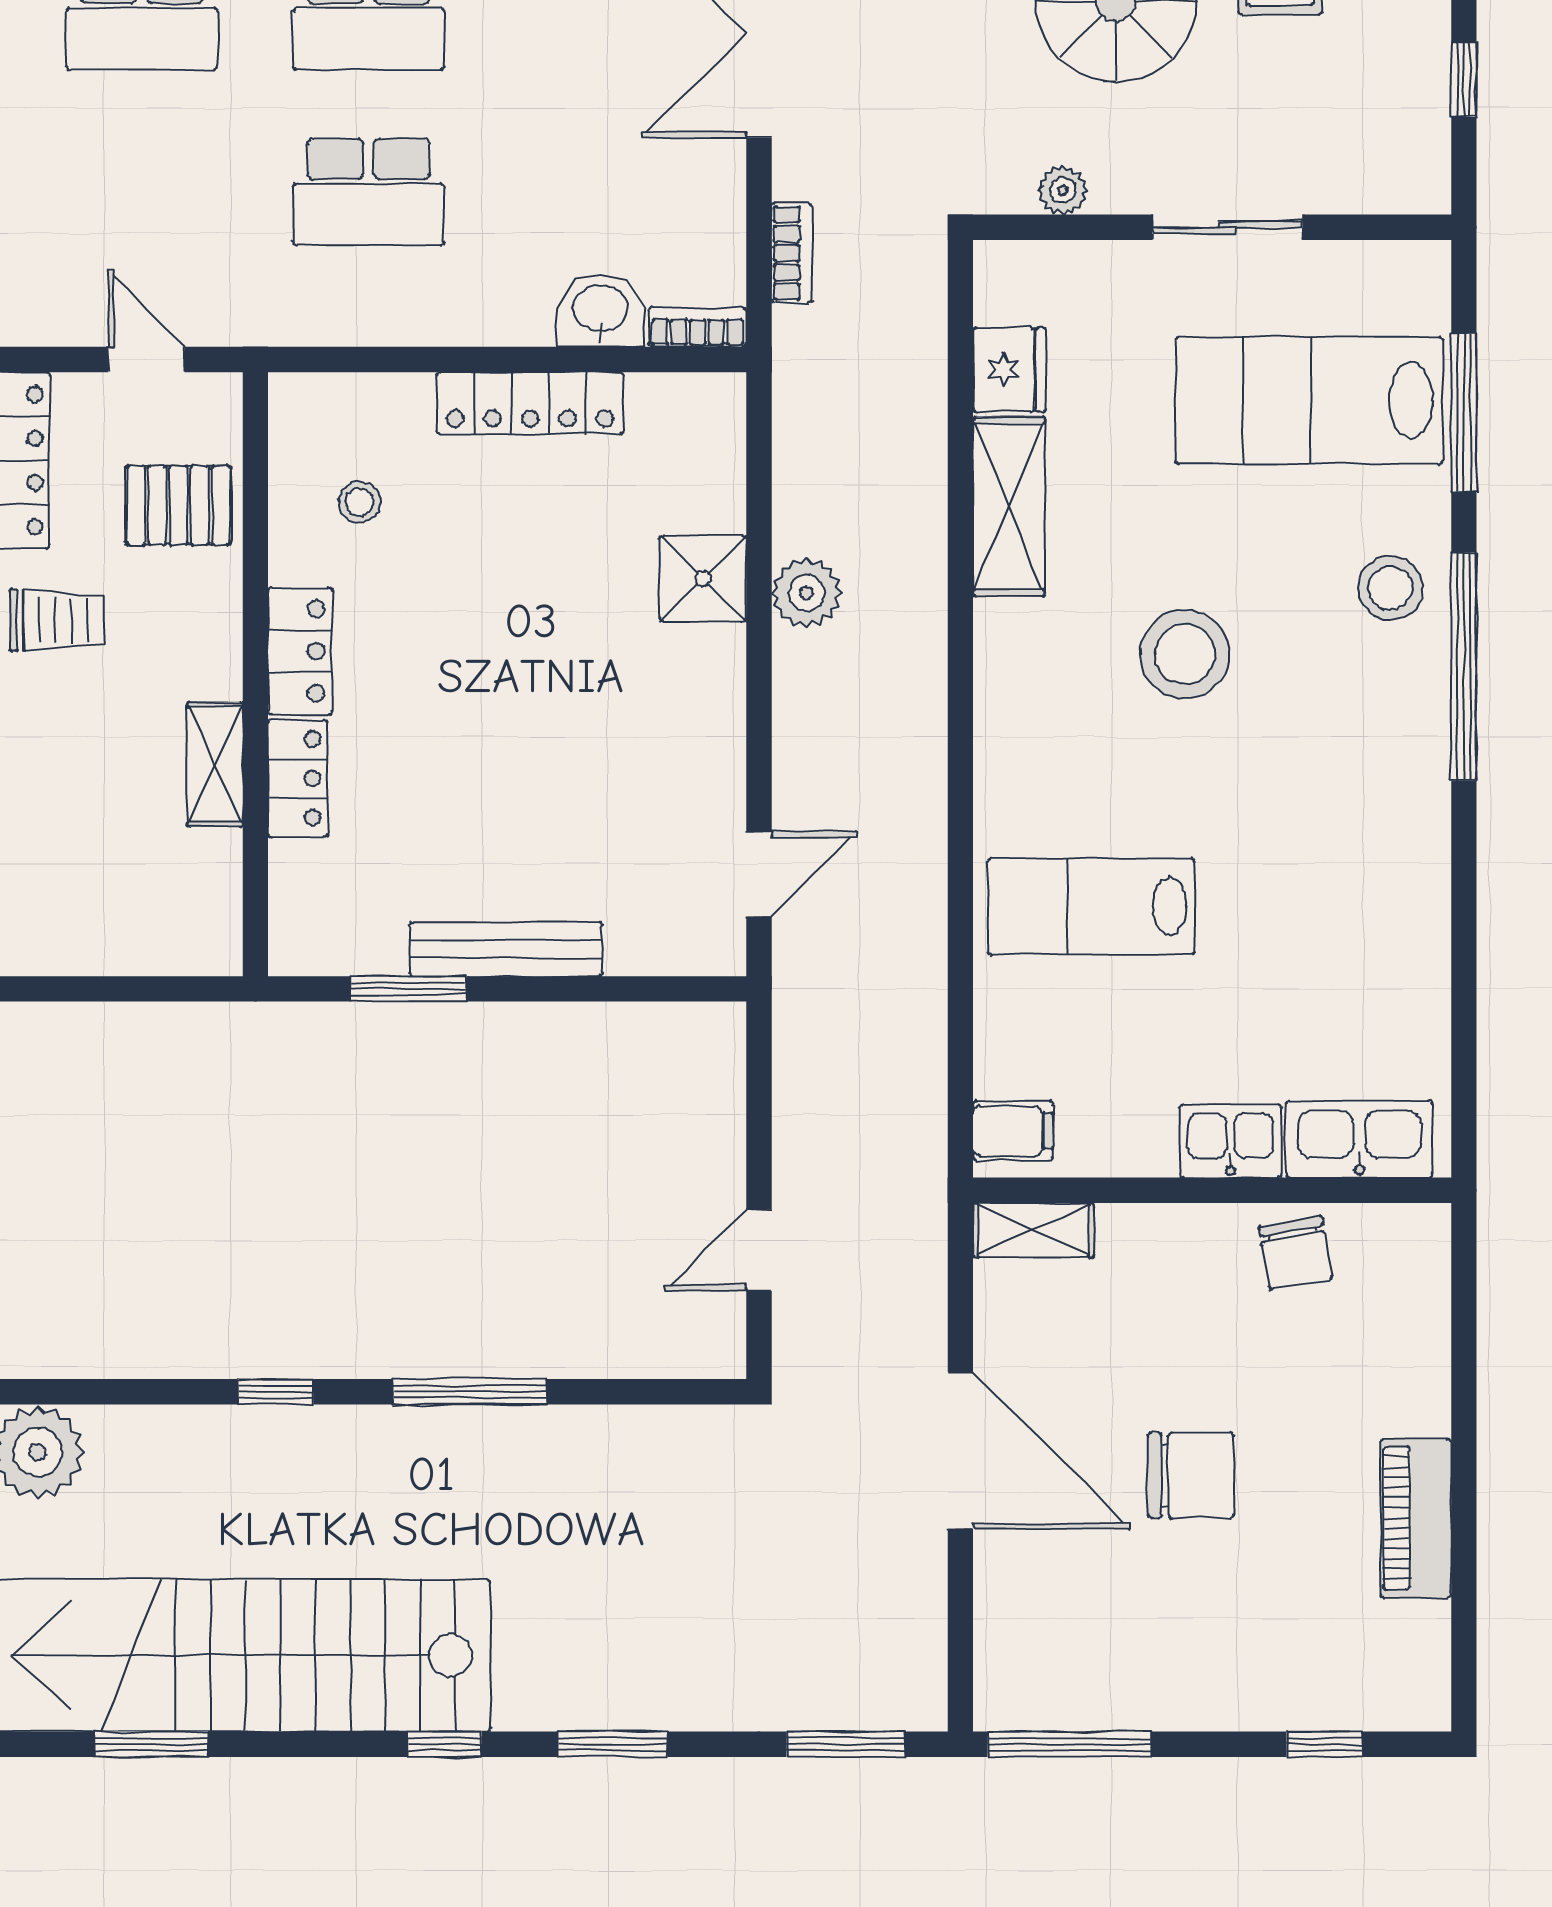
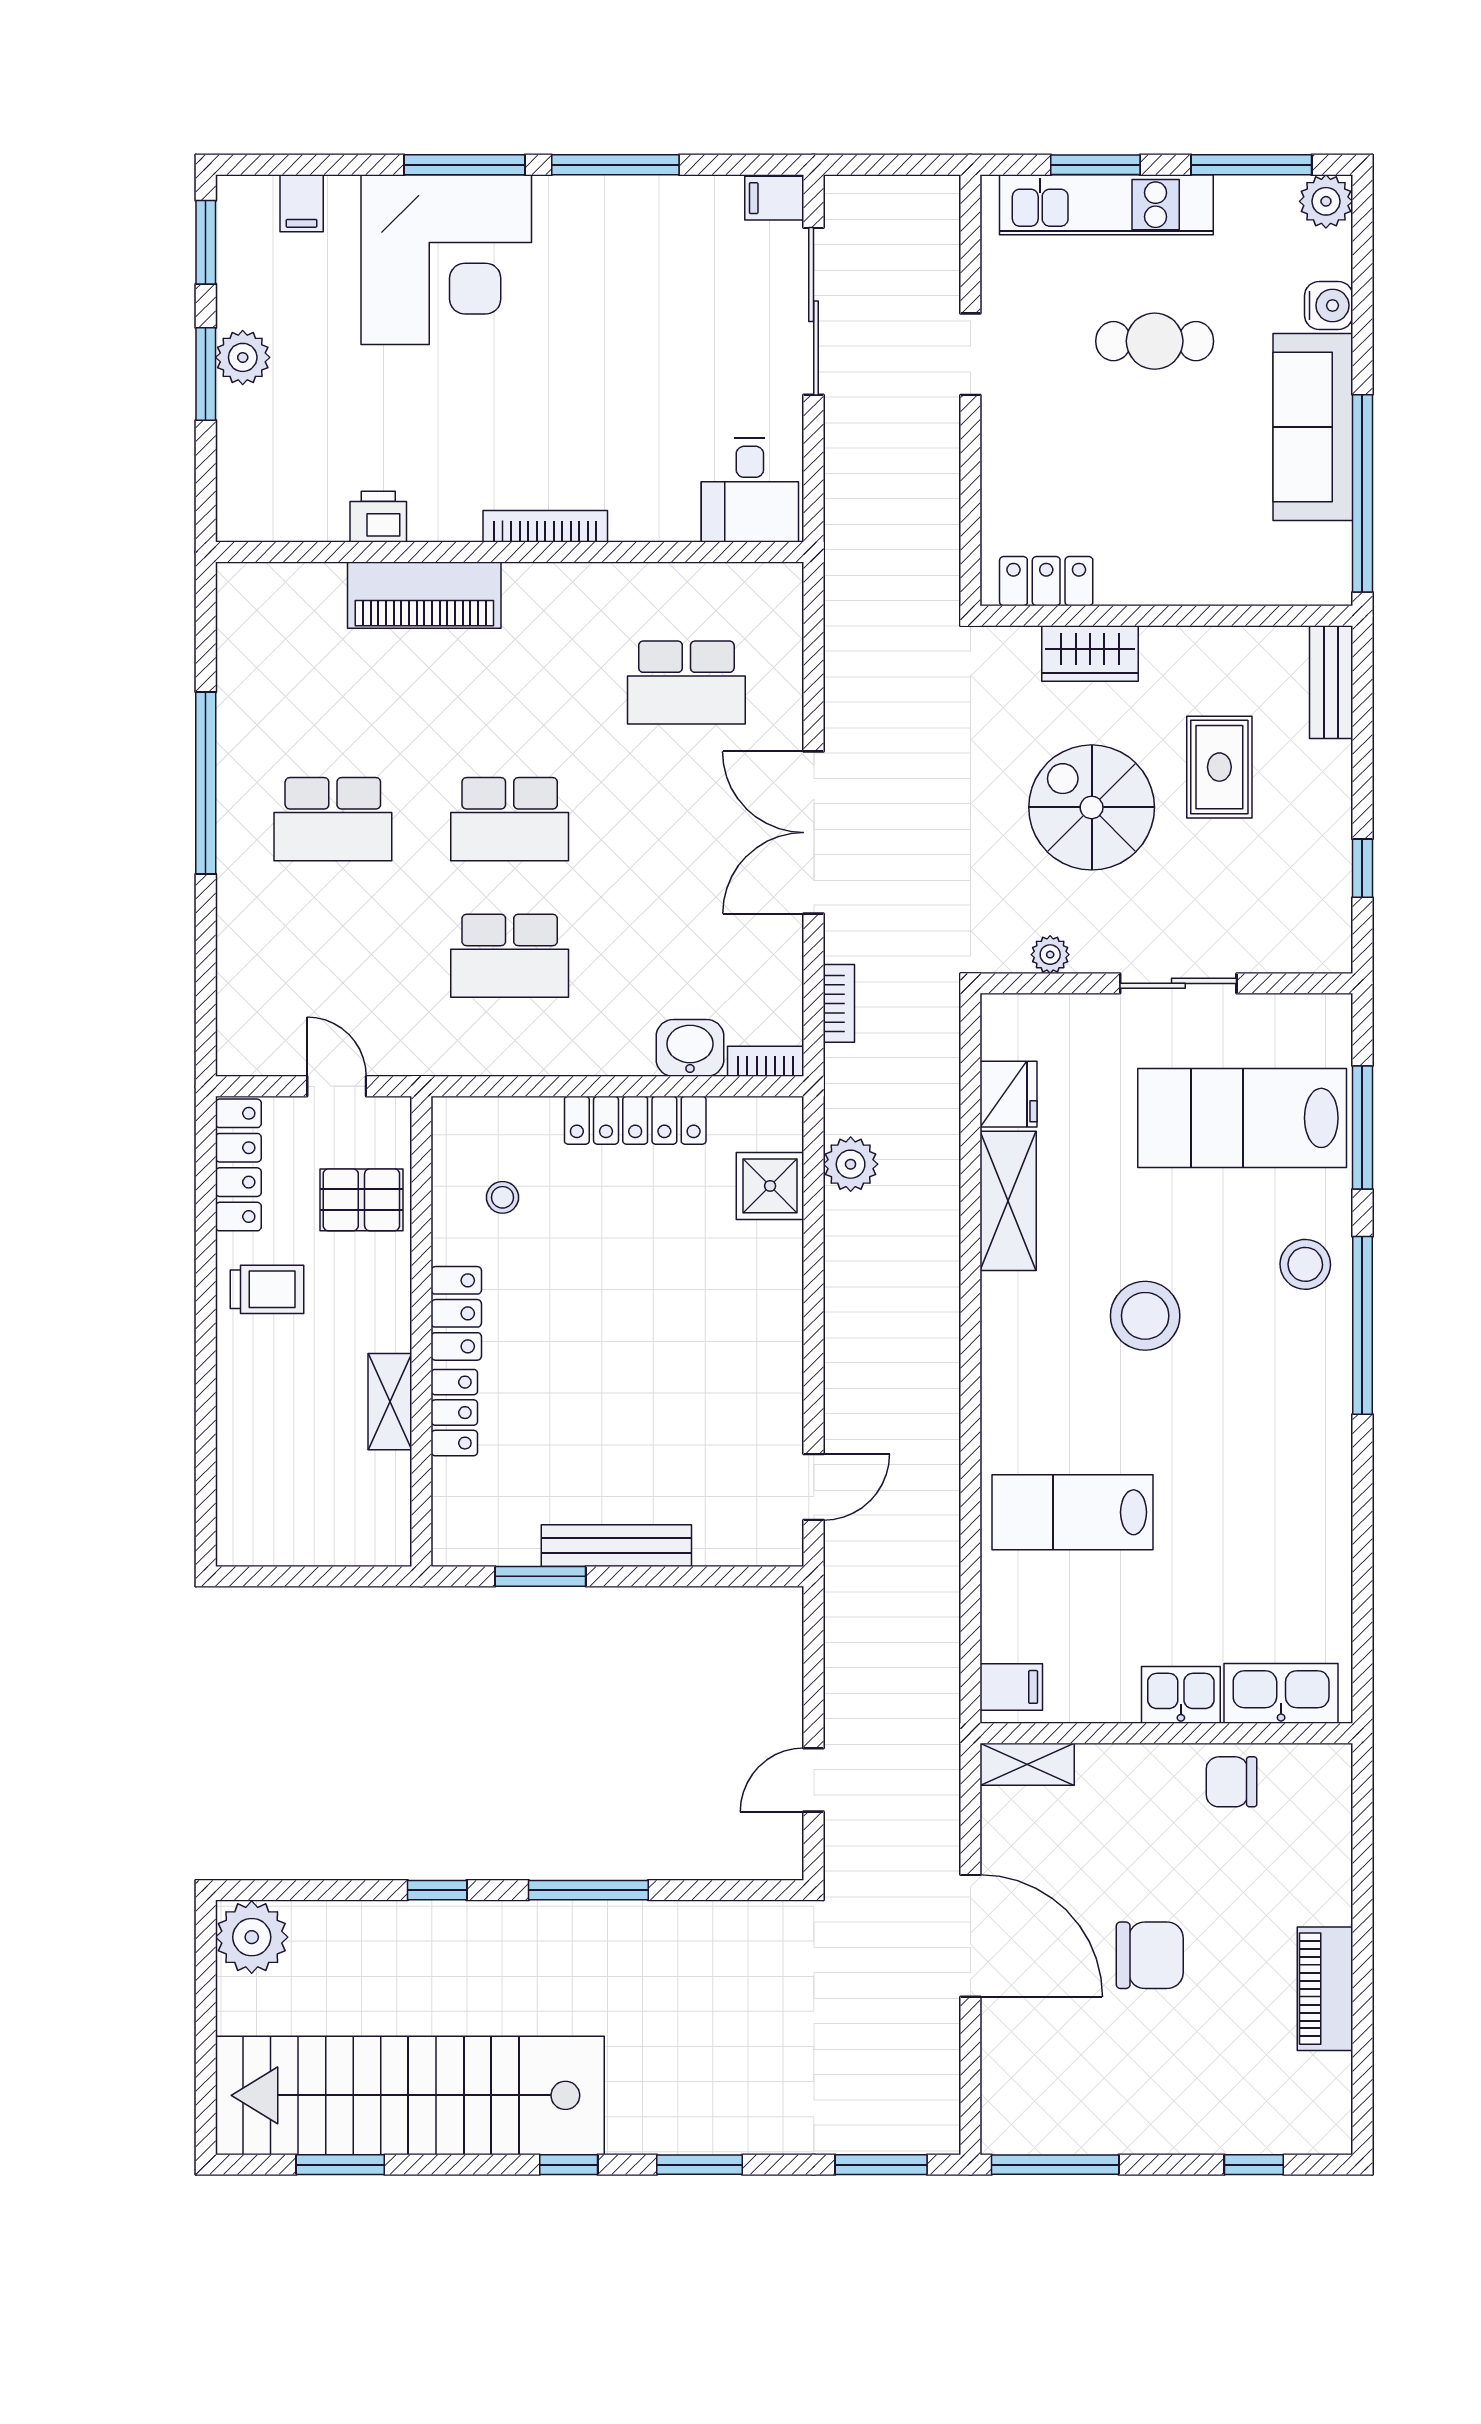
shower: (703, 579) -> (770, 1186), moved
plant: (806, 593) -> (851, 1164), moved
chair: (1296, 1253) -> (1232, 1782), turned 100

